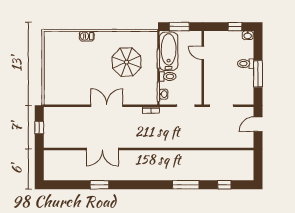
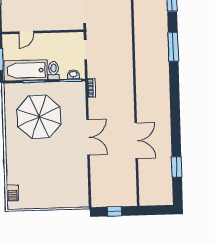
barbecue: (87, 36) -> (12, 193), moved
parasol: (127, 62) -> (39, 117), width x1.36, depth x1.36
double door: (107, 106) -> (88, 137), swing flipped
window: (99, 185) -> (177, 167), moved

